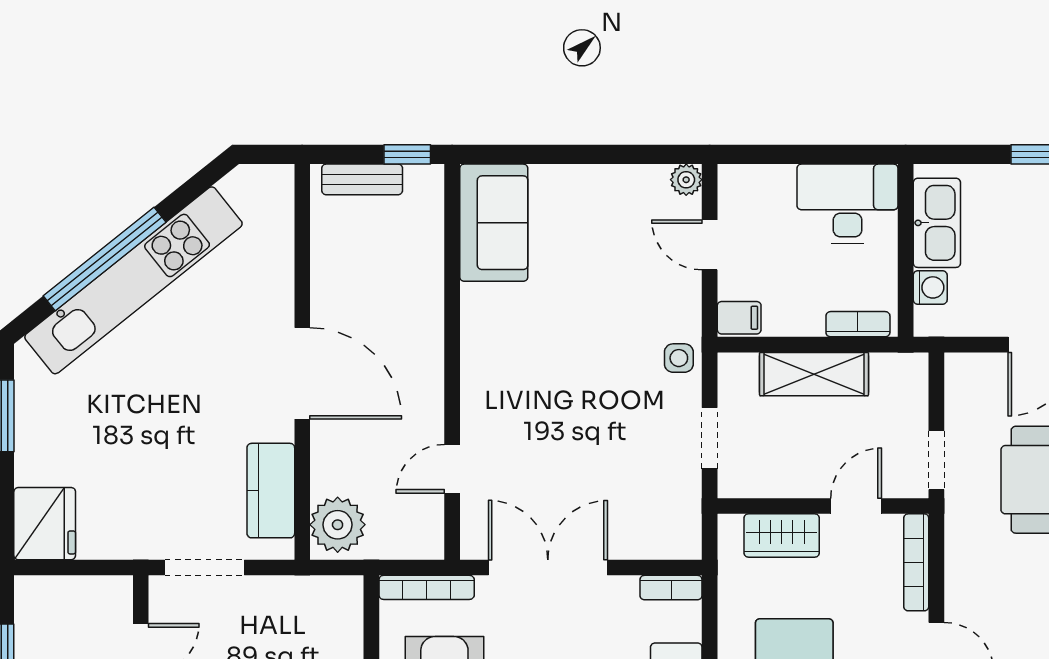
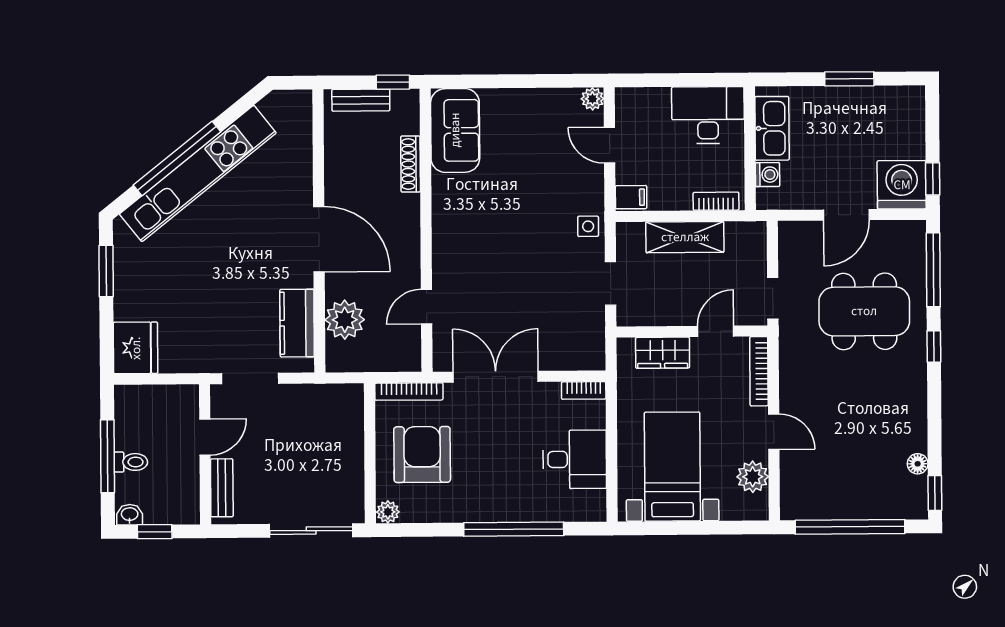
shoe rack: (431, 269) -> (411, 164), added
plant: (338, 525) -> (345, 320), moved

